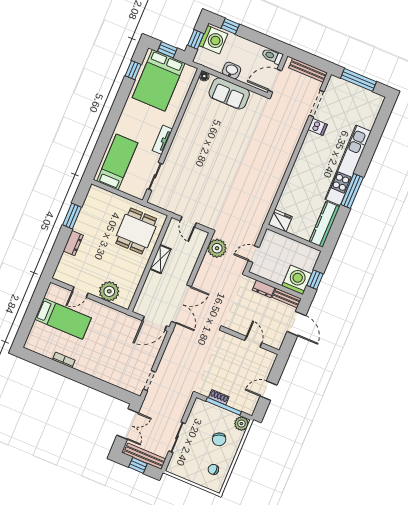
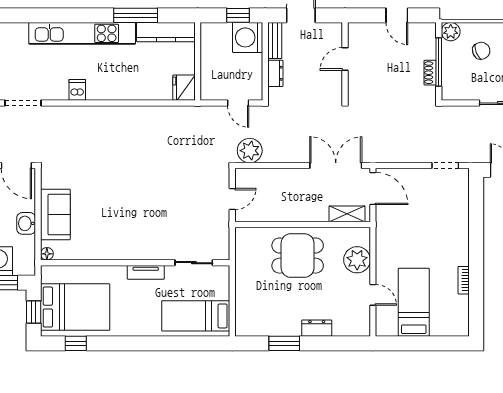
dishwasher: (318, 127) -> (77, 90), moved
window: (352, 191) -> (136, 15), moved
dining table: (136, 231) -> (298, 256), moved
shelving: (160, 259) -> (347, 214), moved

